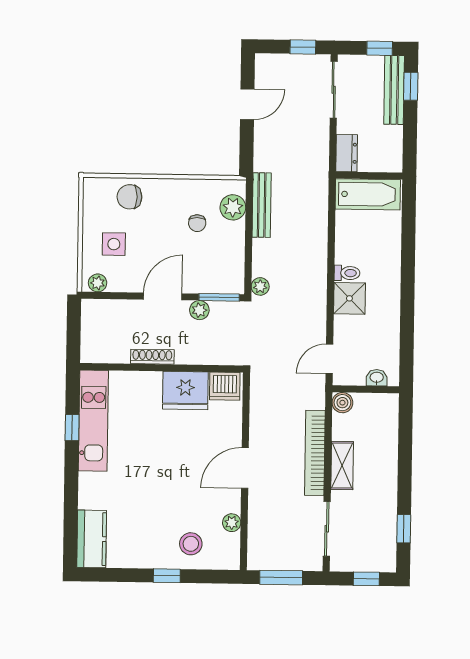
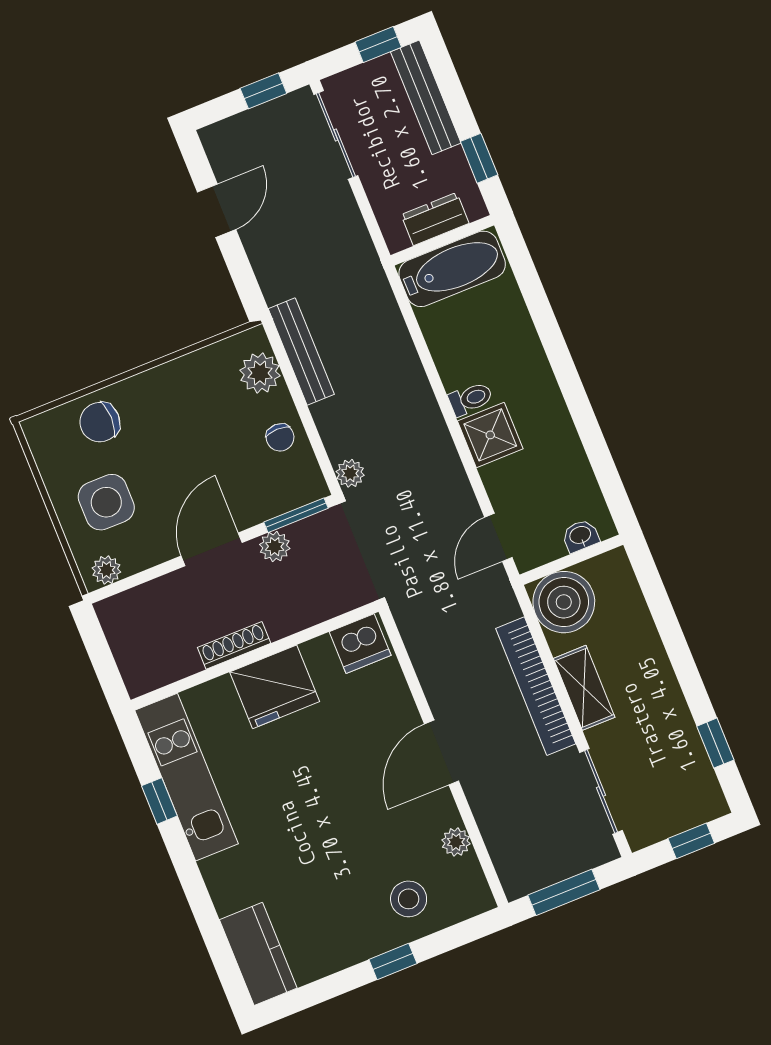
window: (411, 86) -> (479, 158), moved
dresser: (347, 153) -> (435, 219), moved, turned -90
chair: (197, 223) -> (280, 437), moved
side table: (114, 244) -> (106, 502), width x1.37, depth x1.37
fridge: (185, 391) -> (275, 687), moved
boiler: (342, 403) -> (564, 602), width x1.86, depth x1.86

